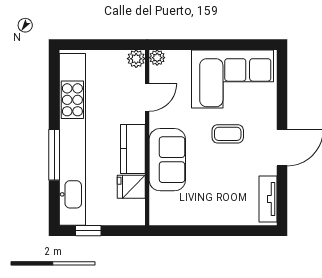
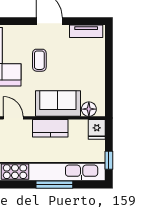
fridge: (131, 187) -> (97, 129), moved
floor lamp: (160, 203) -> (89, 109), added

